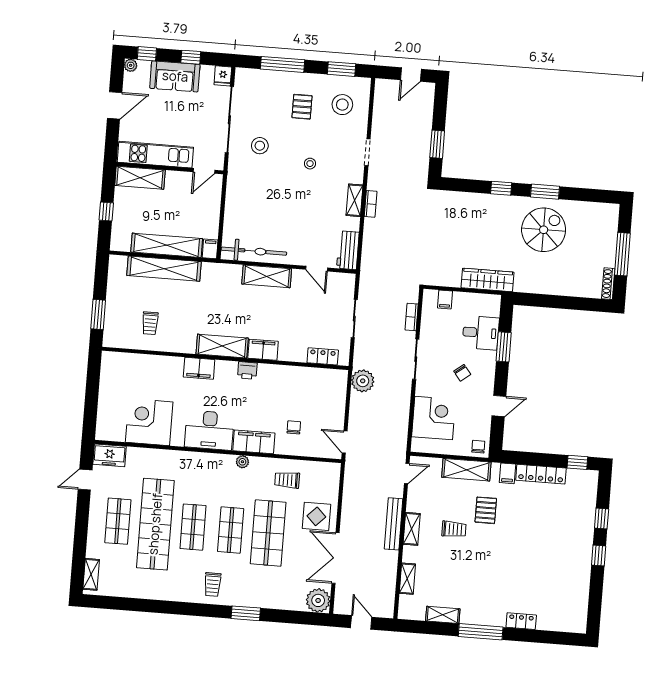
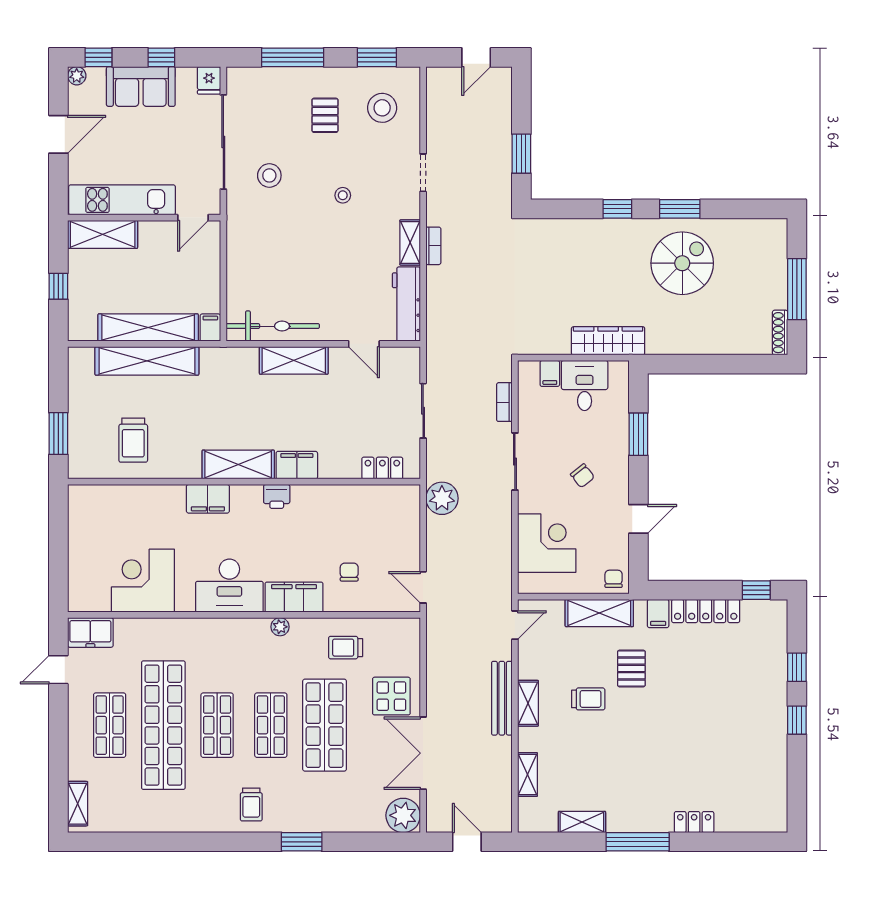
workbench: (348, 250) -> (406, 304), width x1.38
trolley: (150, 323) -> (133, 440), width x1.36, depth x1.39
desk: (481, 333) -> (585, 385), moved, turned -90

